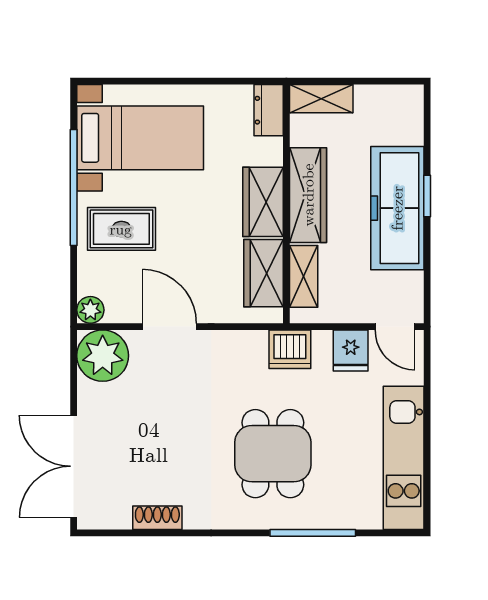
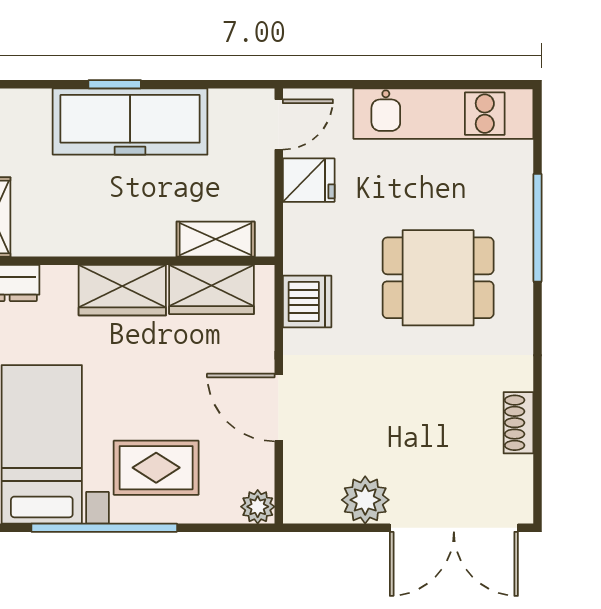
wardrobe: (308, 195) -> (114, 234), removed
rug: (121, 229) -> (156, 468), turned 90
door: (169, 327) -> (279, 407), hinge flipped
dishwasher: (290, 349) -> (307, 302), moved
plant: (103, 356) -> (365, 500), moved, width x0.73, depth x0.73

